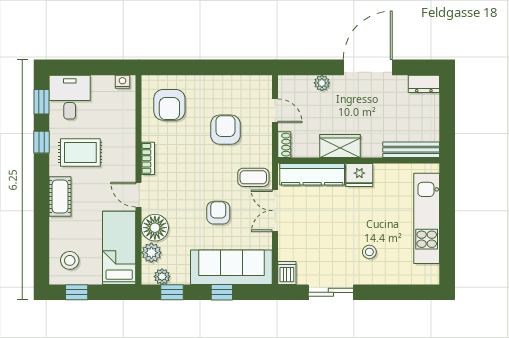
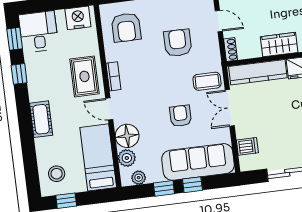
nightstand: (122, 82) -> (78, 18), width x1.89, depth x1.79
rug: (80, 153) -> (84, 76), moved, turned 90
dishwasher: (287, 273) -> (247, 146), moved, turned 90
window: (172, 292) -> (164, 188), moved

